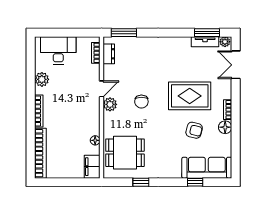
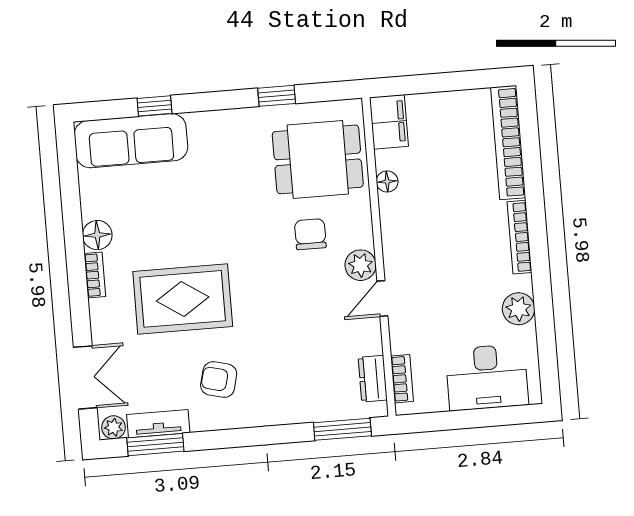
chair: (141, 102) -> (310, 234), moved
armchair: (194, 130) -> (219, 380), moved

